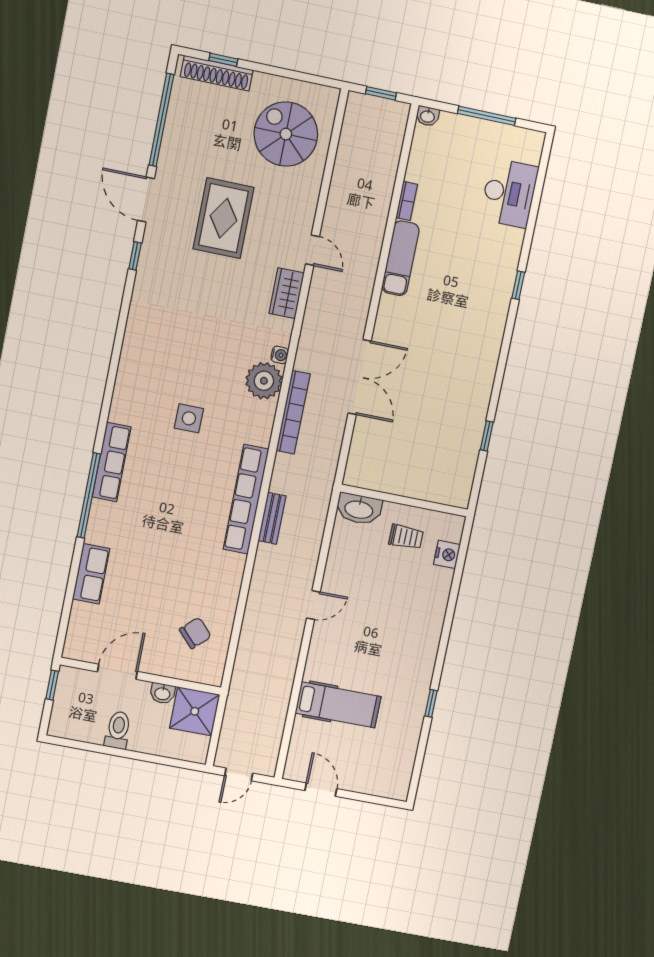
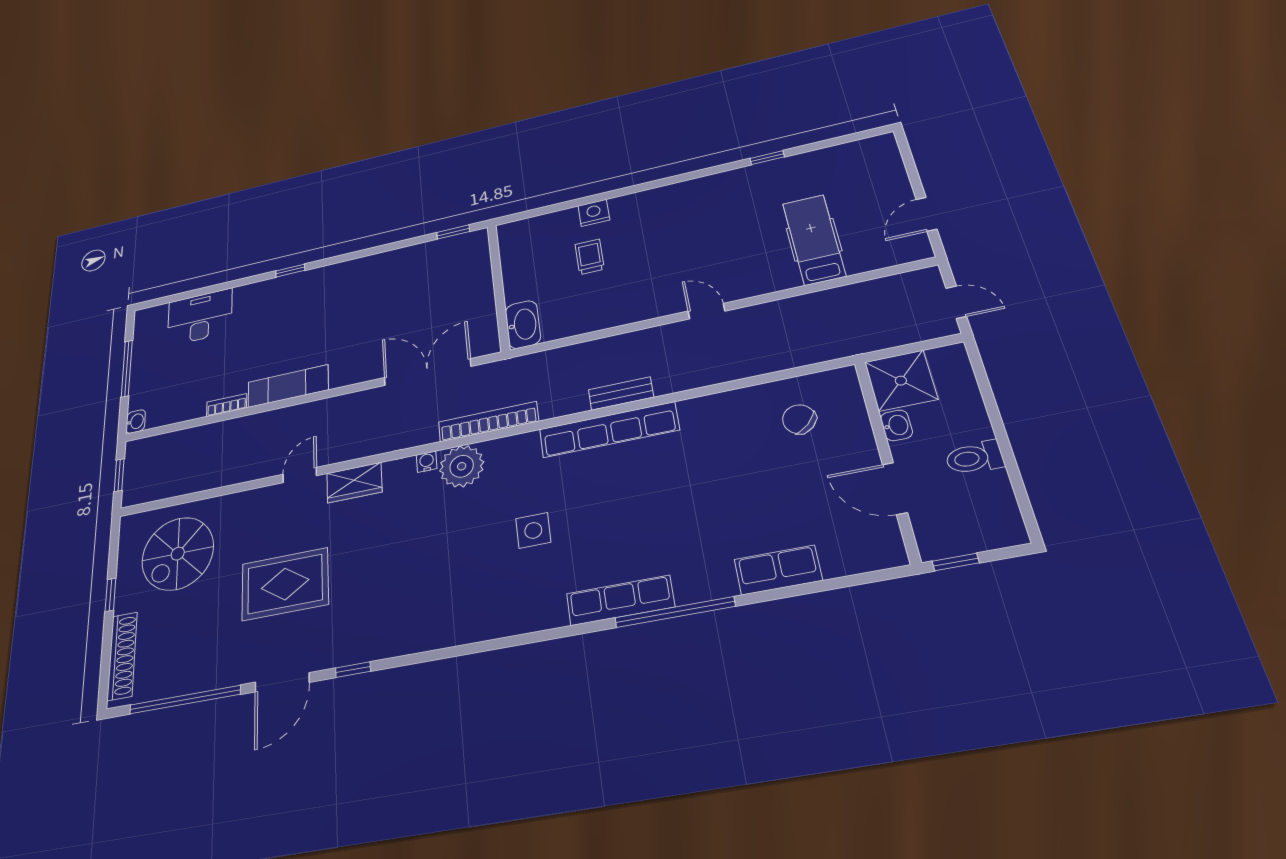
window: (223, 60) -> (110, 595), moved
wall: (404, 501) -> (498, 287), moved
washbasin: (359, 509) -> (523, 325), moved

